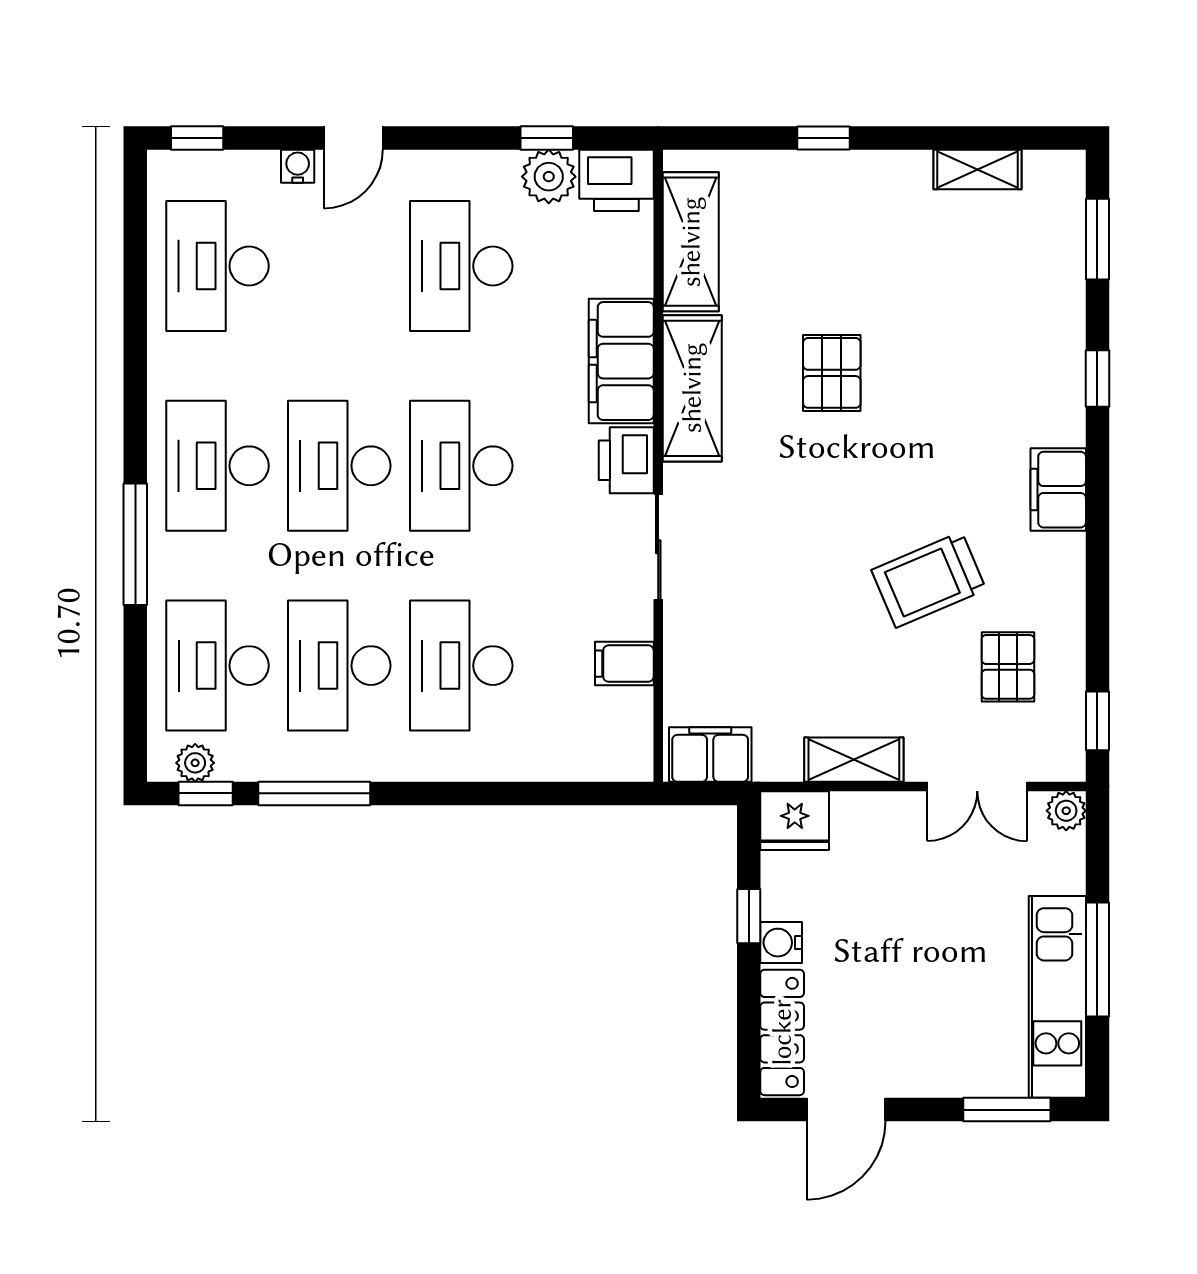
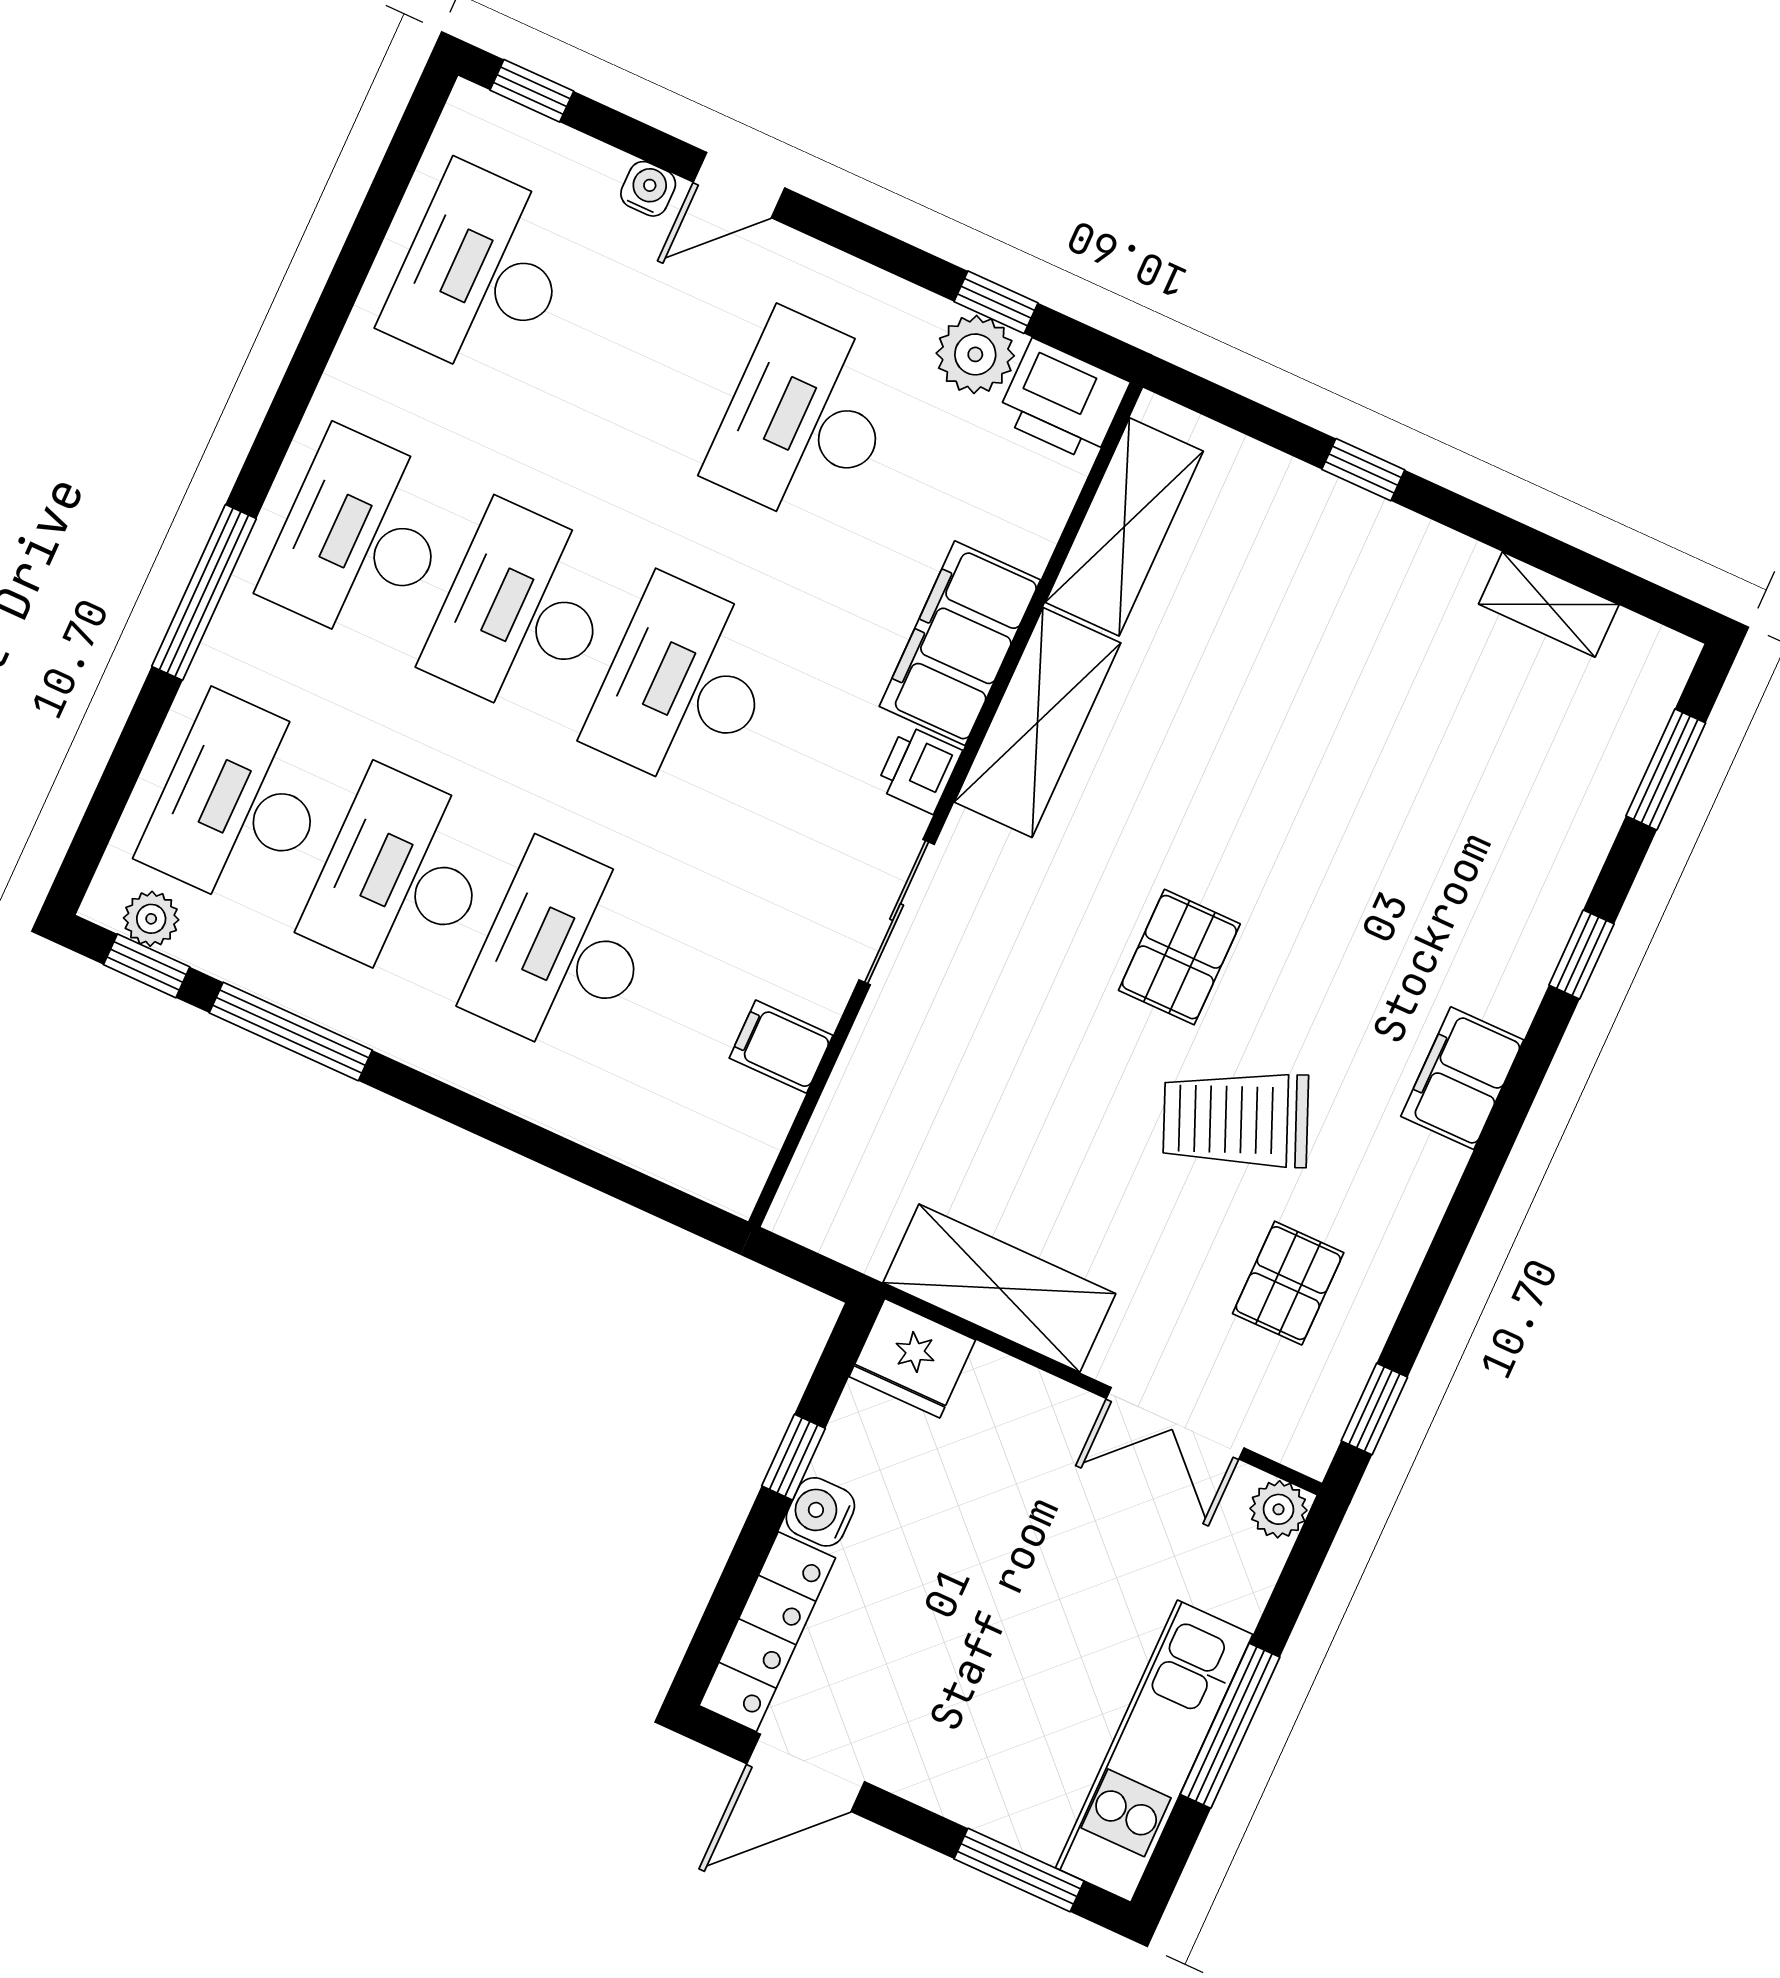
pallet: (832, 373) -> (1179, 957), moved
printer: (626, 460) -> (919, 769), width x0.73, depth x0.81
filing cabinet: (710, 754) -> (840, 1219), removed
shelving: (854, 760) -> (999, 1288), width x1.50, depth x1.33

